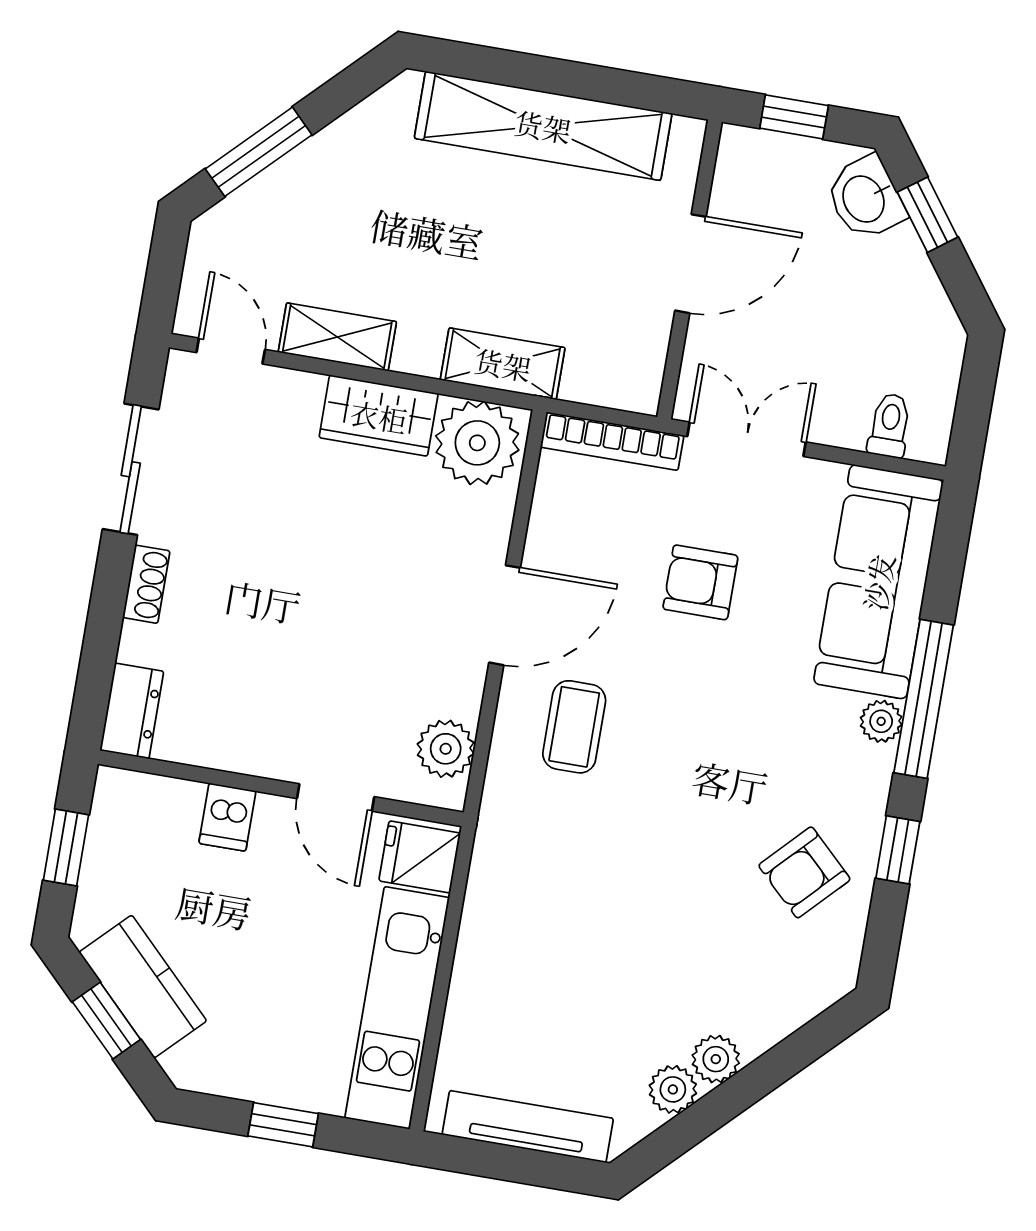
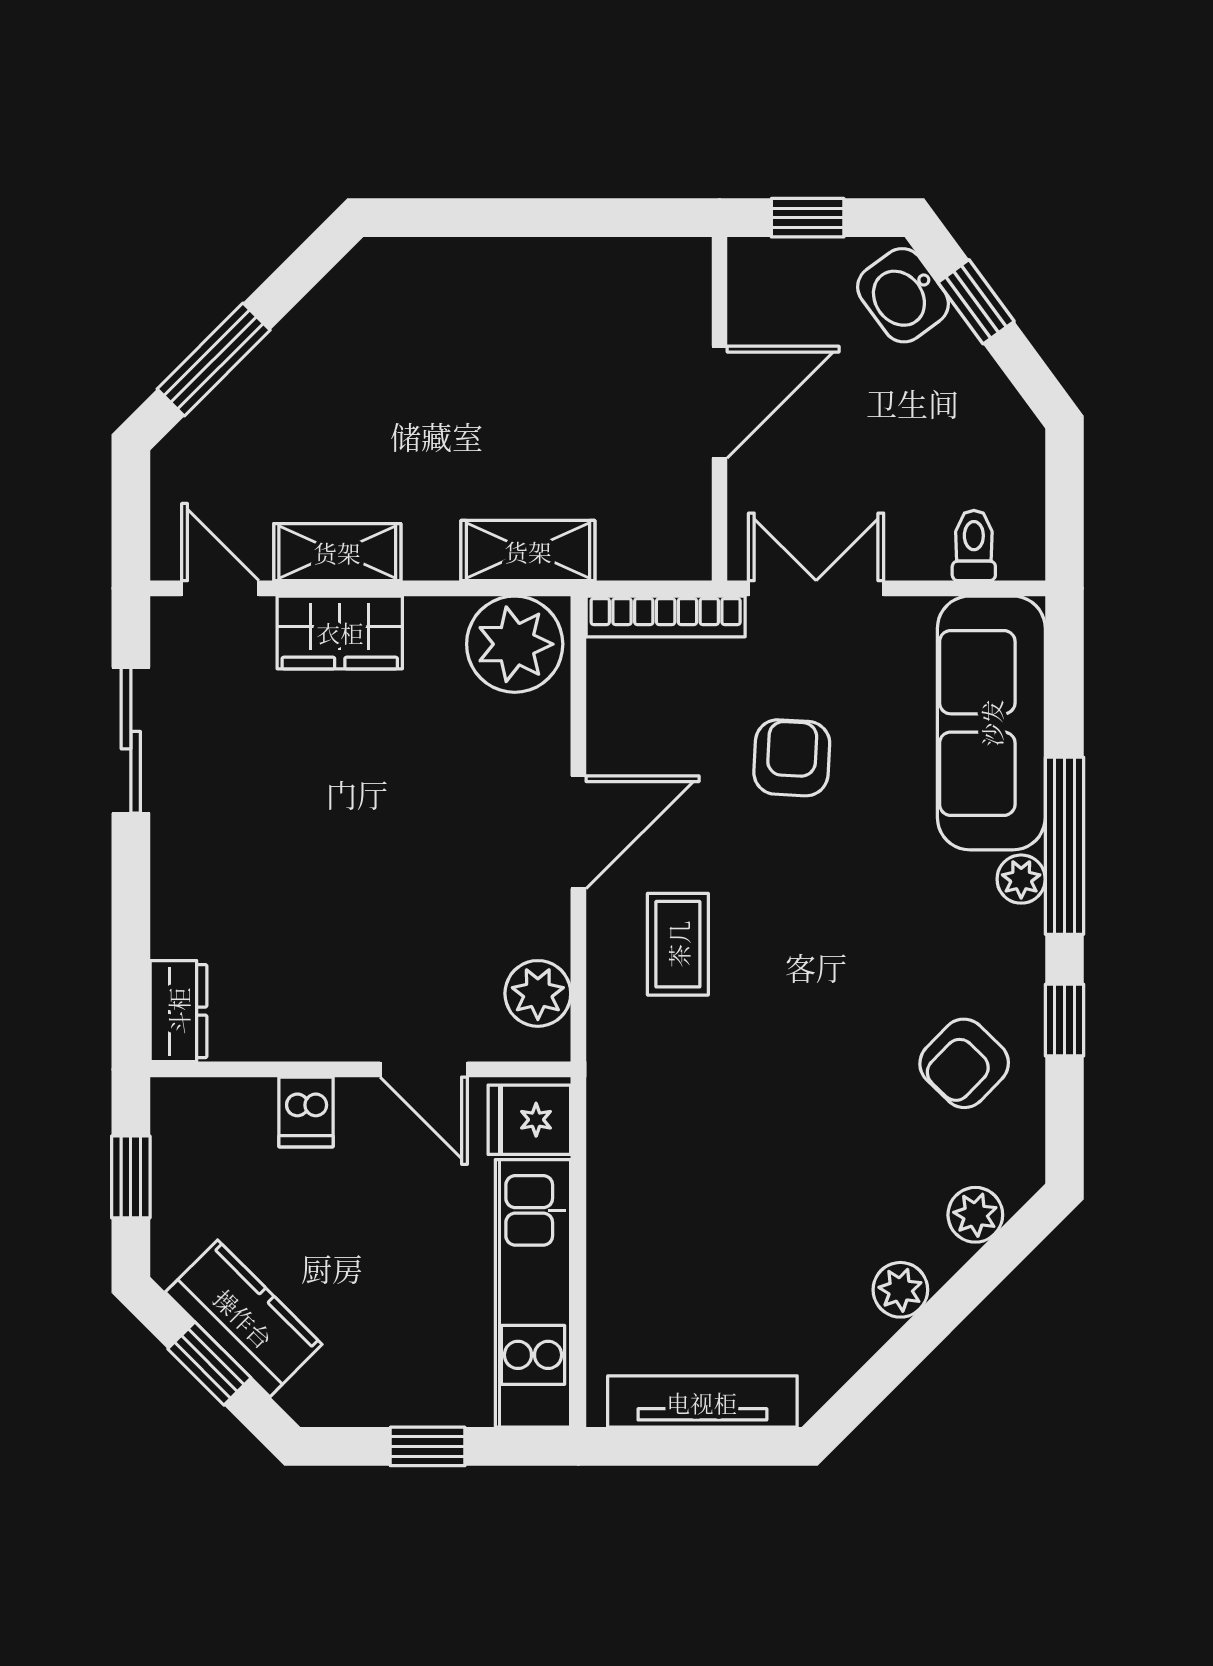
shelving: (543, 126) -> (528, 276), removed
wardrobe: (379, 416) -> (340, 632), moved
armchair: (700, 582) -> (792, 758), turned 93
shoe rack: (146, 584) -> (170, 866), removed
plant: (673, 1089) -> (975, 1215), moved

